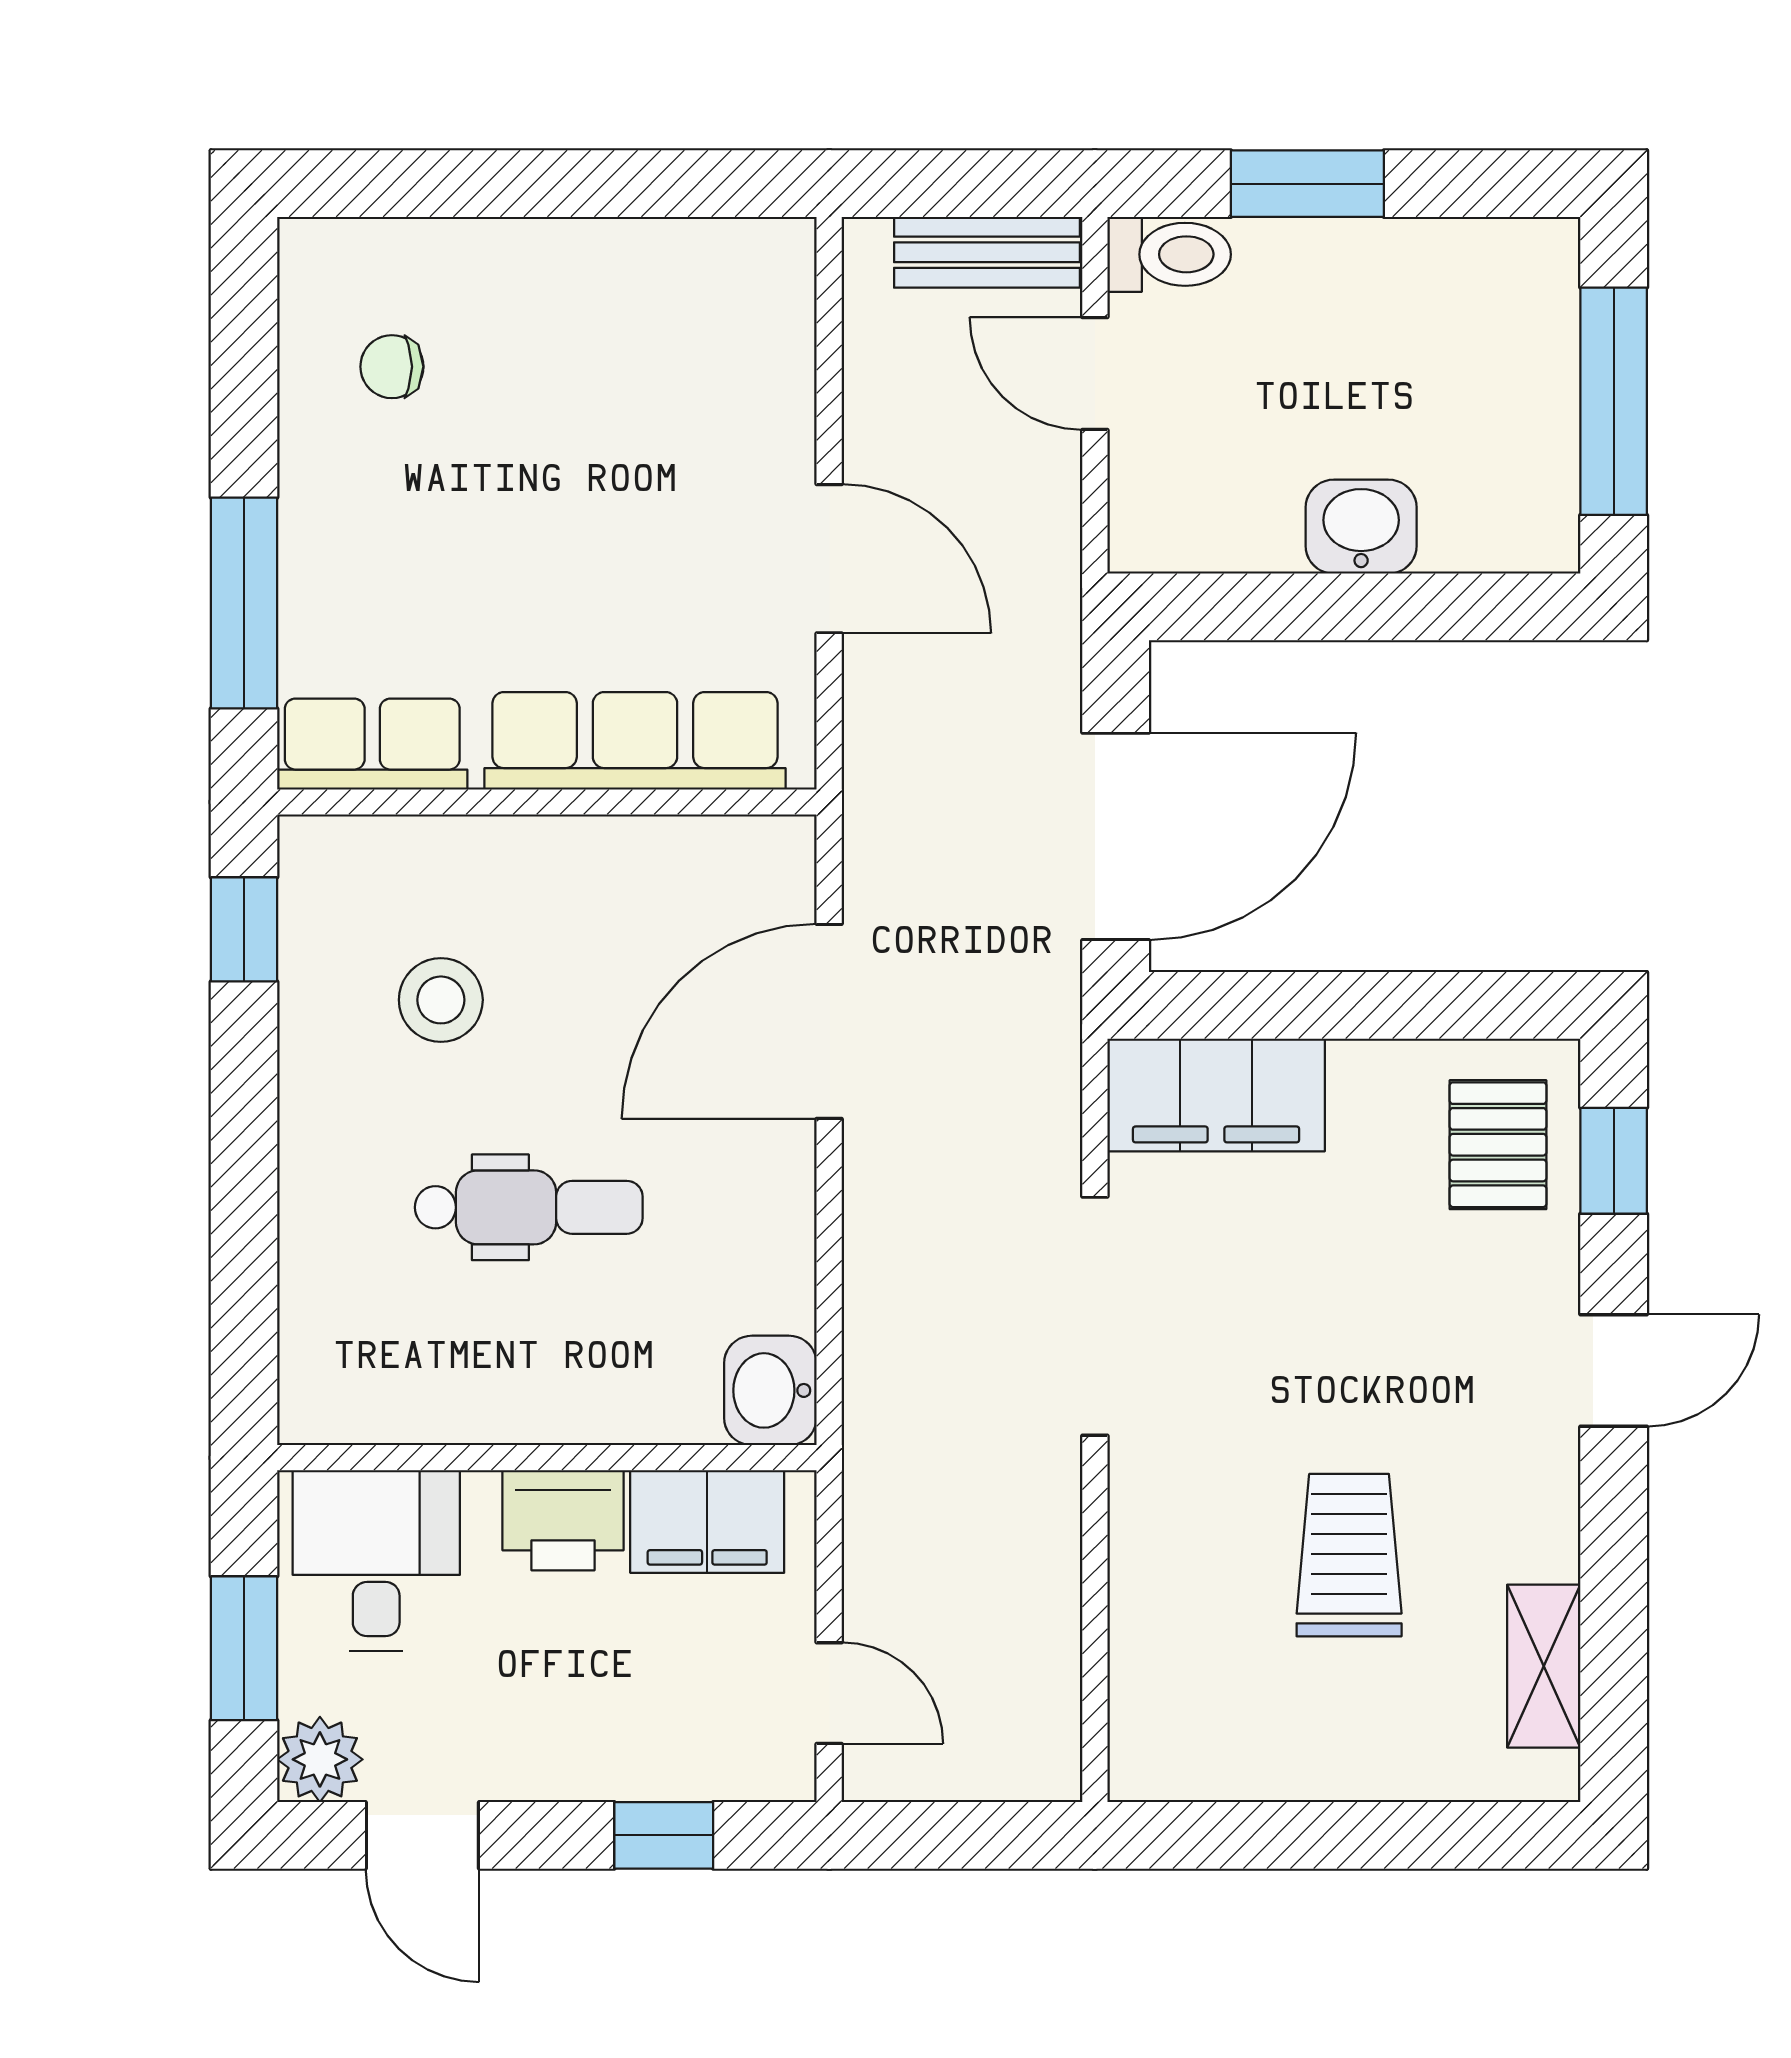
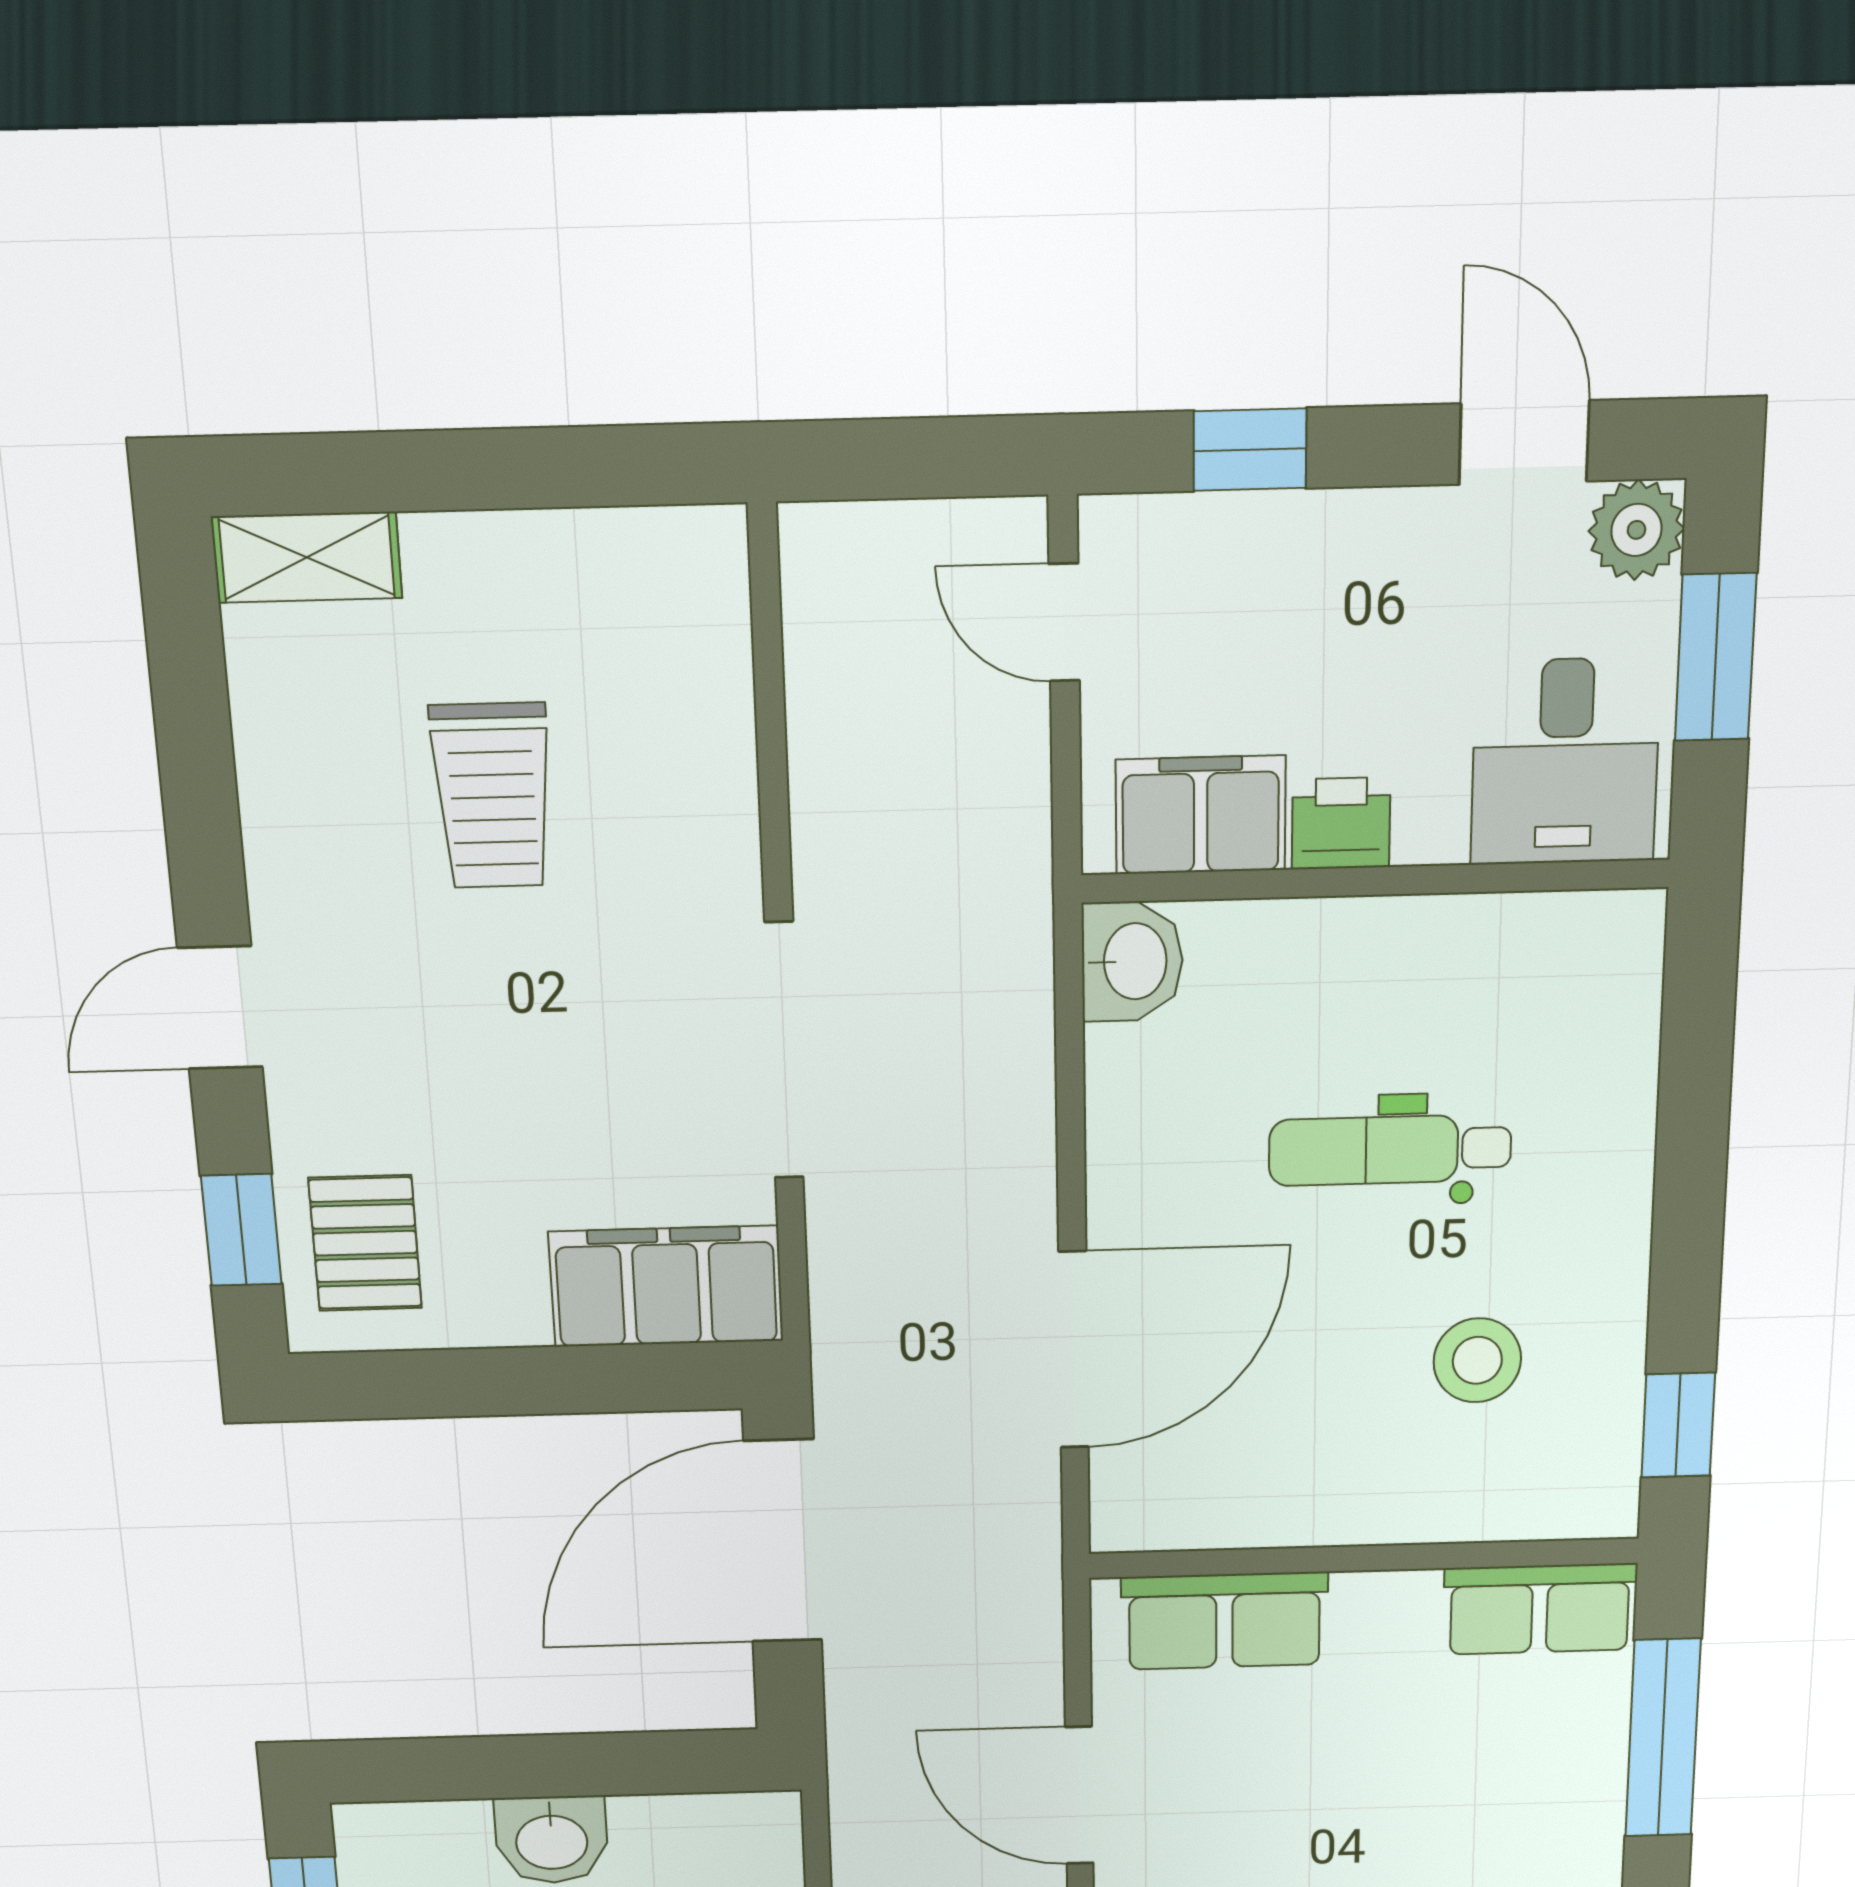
row of seats: (635, 741) -> (1224, 1621), width x0.68
printer: (563, 1520) -> (1341, 823), width x0.73, depth x0.81
shelving: (1544, 1666) -> (307, 557), moved, turned 90

